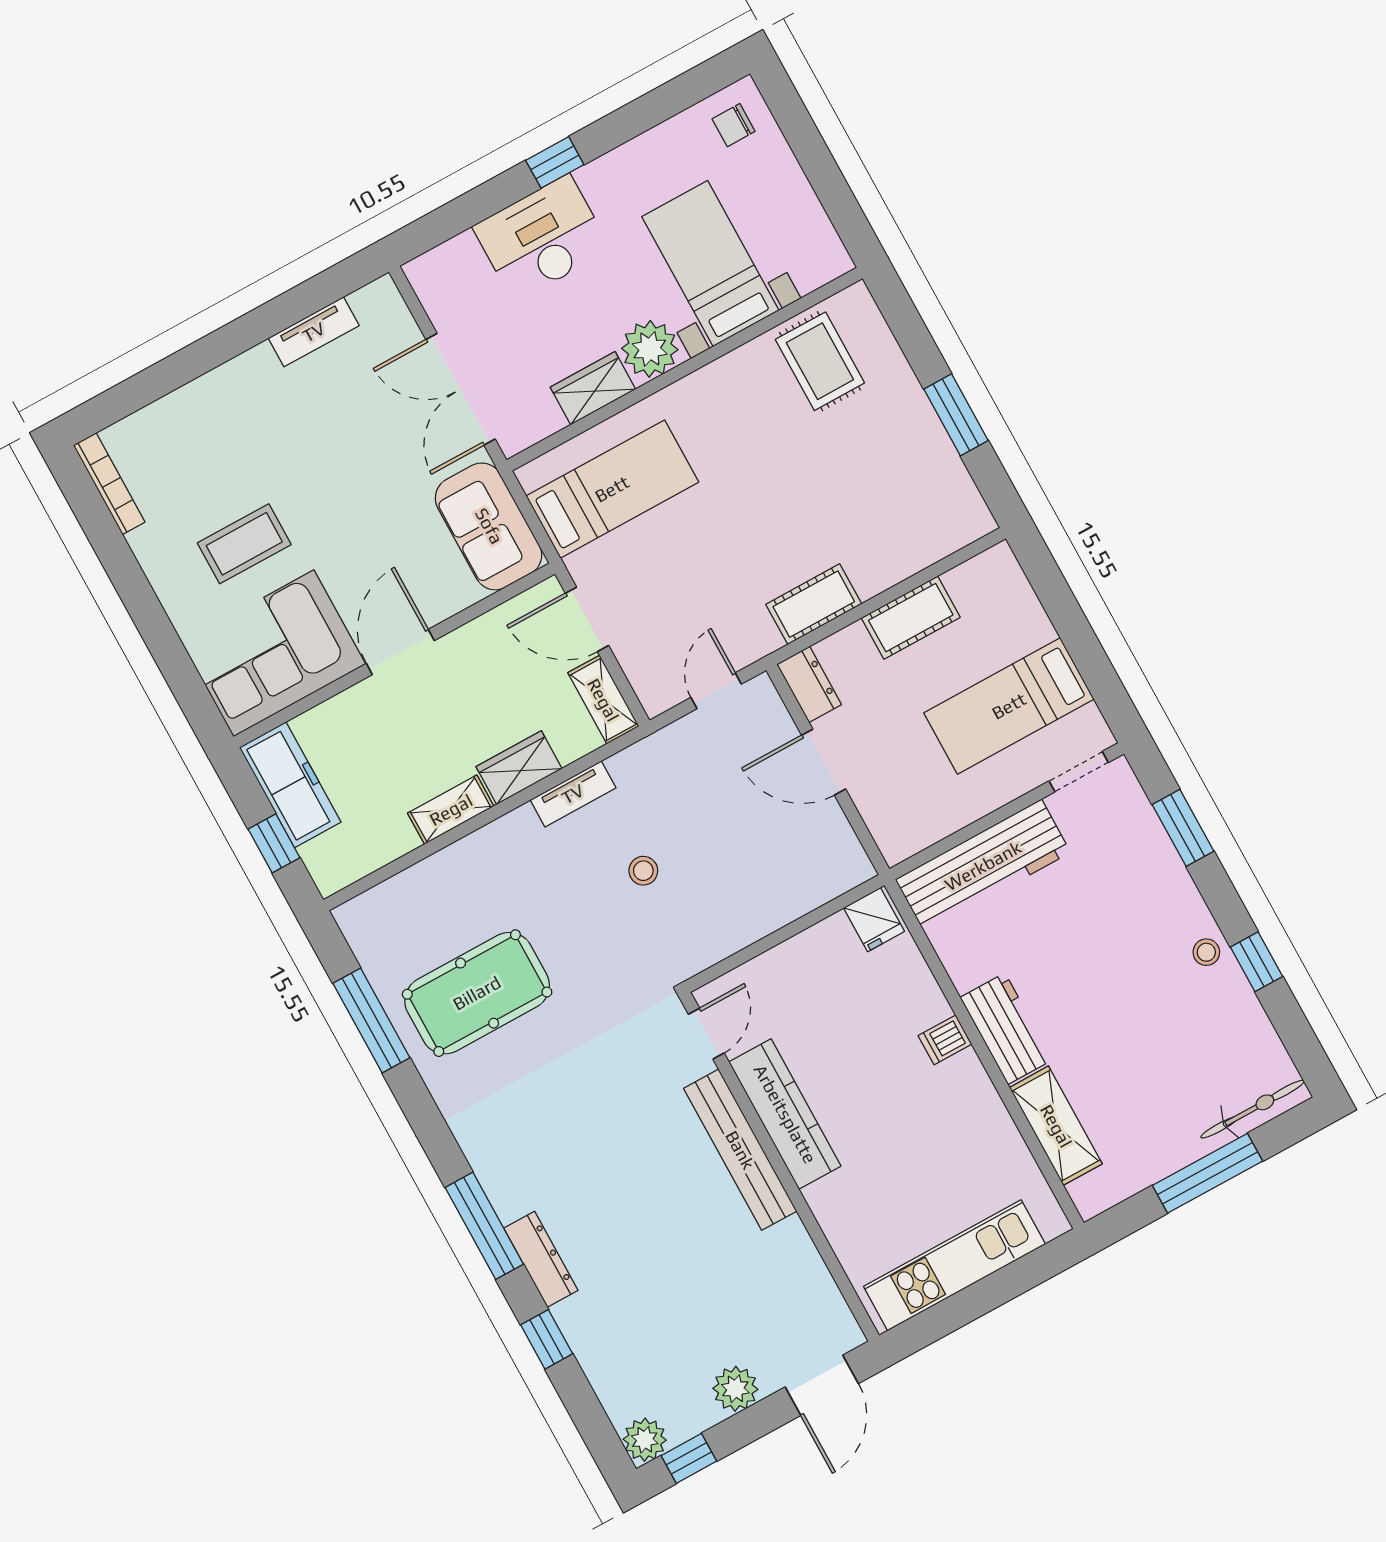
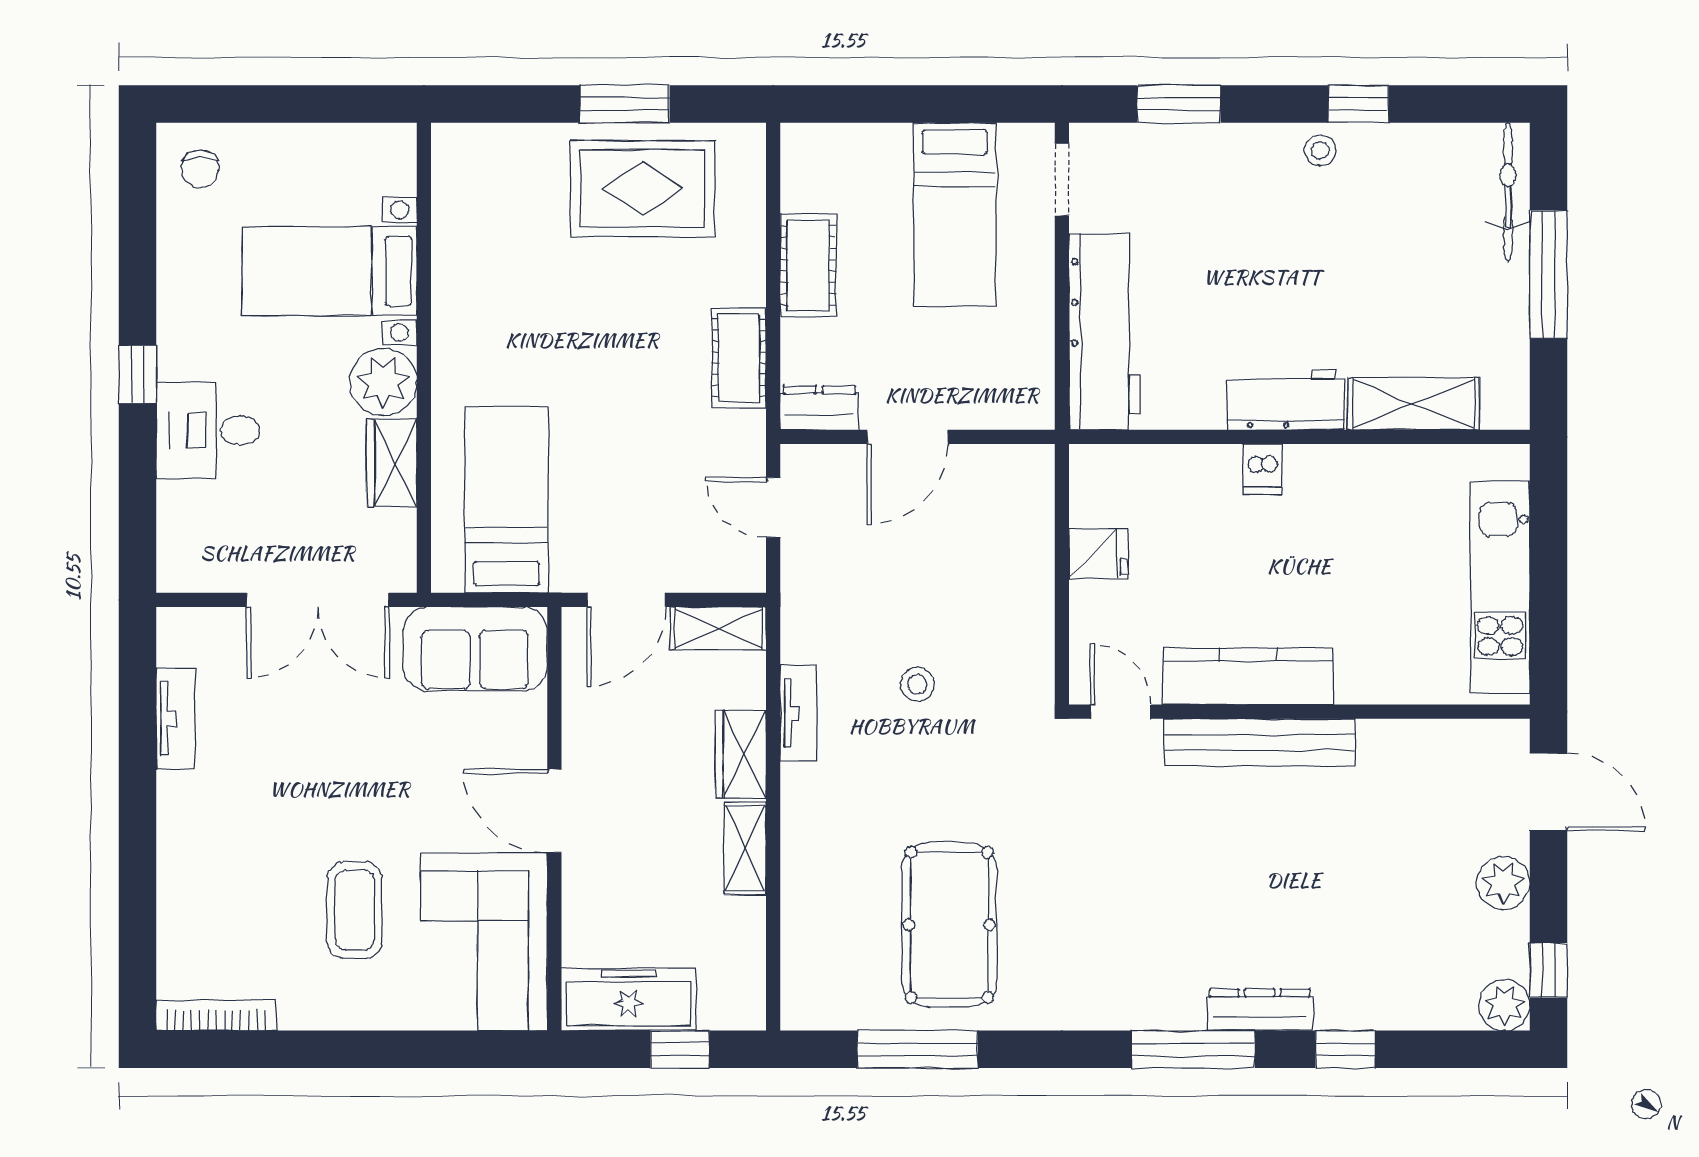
desk: (542, 238) -> (208, 431), width x0.73
rug: (820, 361) -> (643, 189), moved, width x1.36, depth x1.43
fridge: (874, 920) -> (1098, 554), moved

